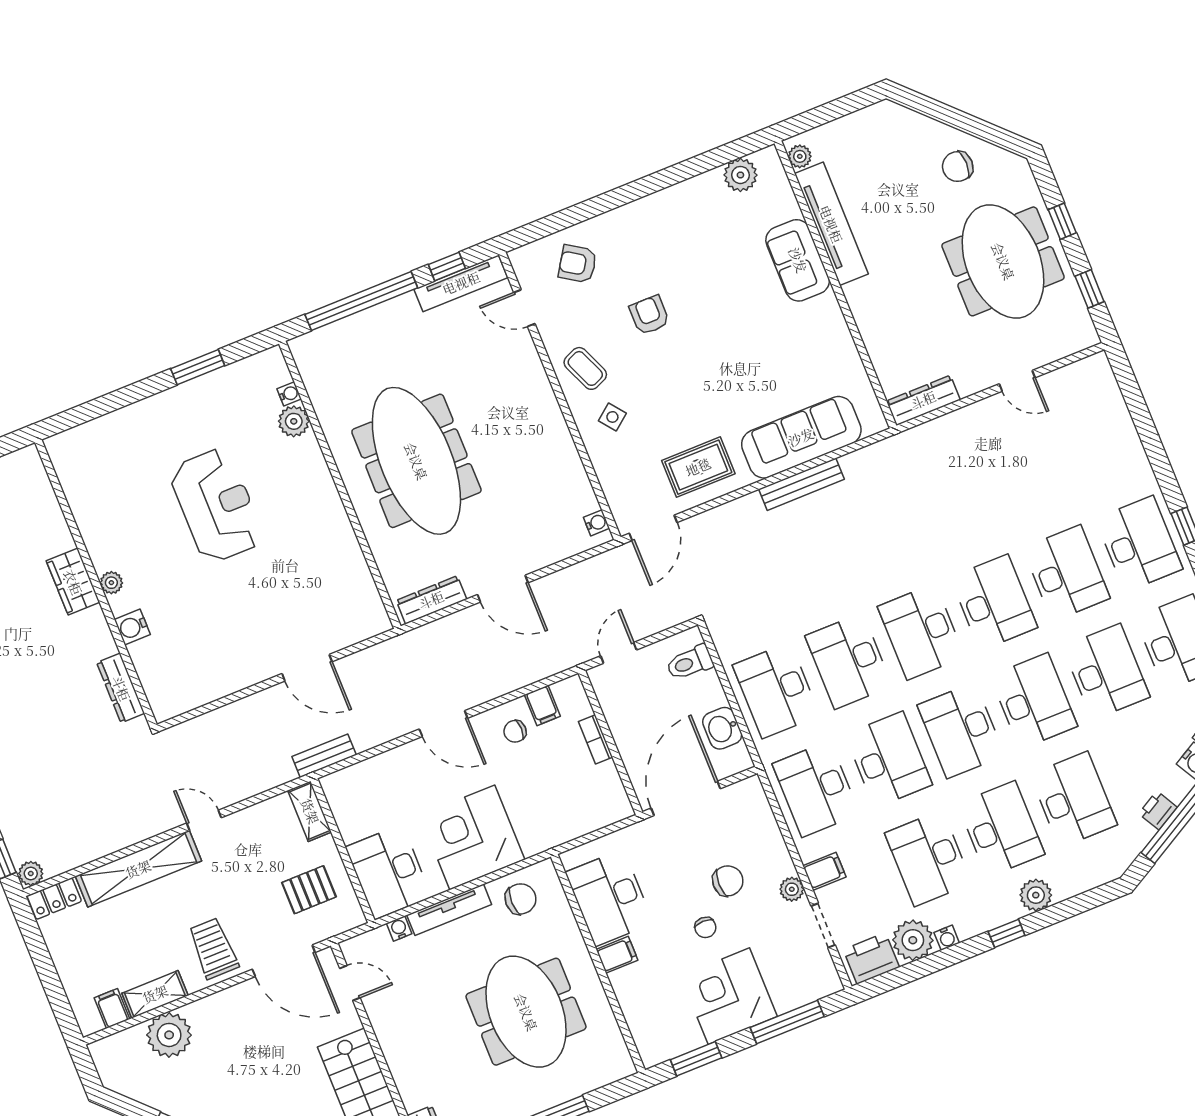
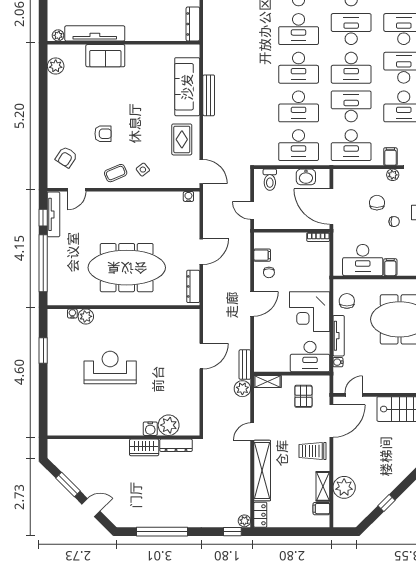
armchair: (649, 315) -> (103, 134), turned 180
wardrobe: (73, 582) -> (144, 447), moved
plant: (111, 583) -> (169, 425), moved, width x1.87, depth x1.87
desk: (994, 602) -> (299, 29), turned 180
bookcase: (596, 739) -> (318, 237), moved
plant: (277, 770) -> (242, 389), added

